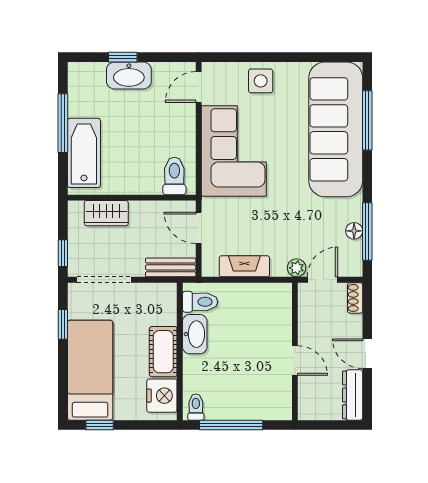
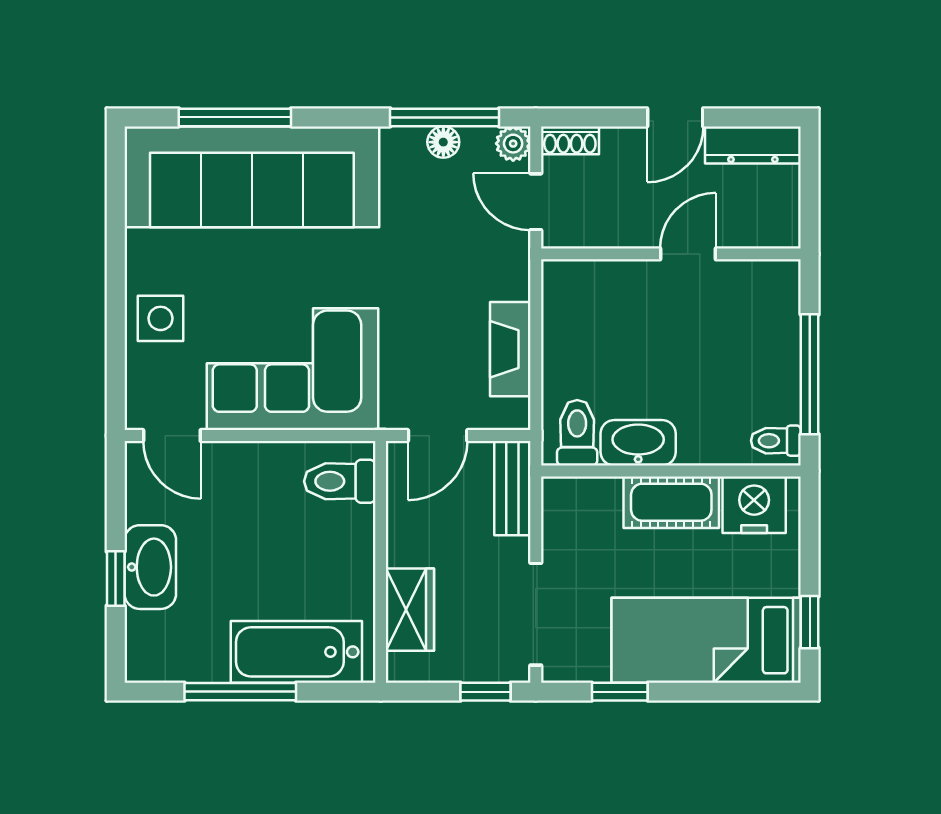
plant: (297, 268) -> (513, 144), moved

